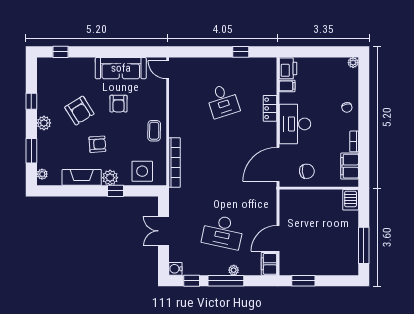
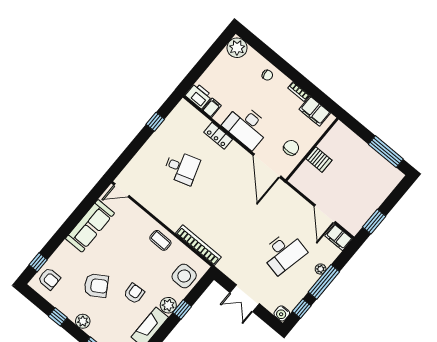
plant: (353, 63) -> (237, 48), width x1.87, depth x1.87
armchair: (119, 104) -> (49, 279), moved
server rack: (351, 200) -> (319, 160), moved

